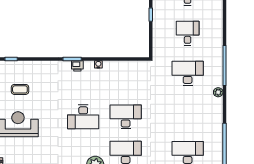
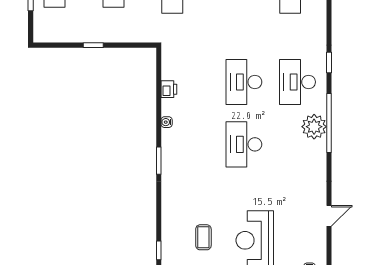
printer: (77, 66) -> (169, 89), moved
desk: (83, 117) -> (244, 144), turned 180

